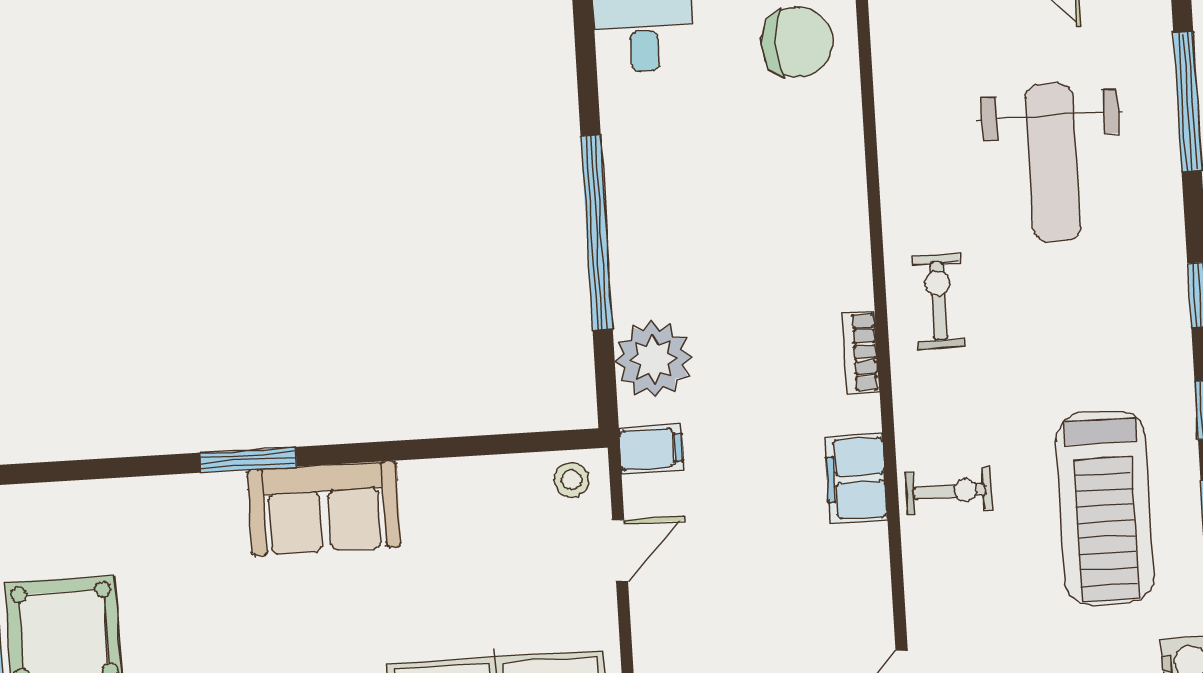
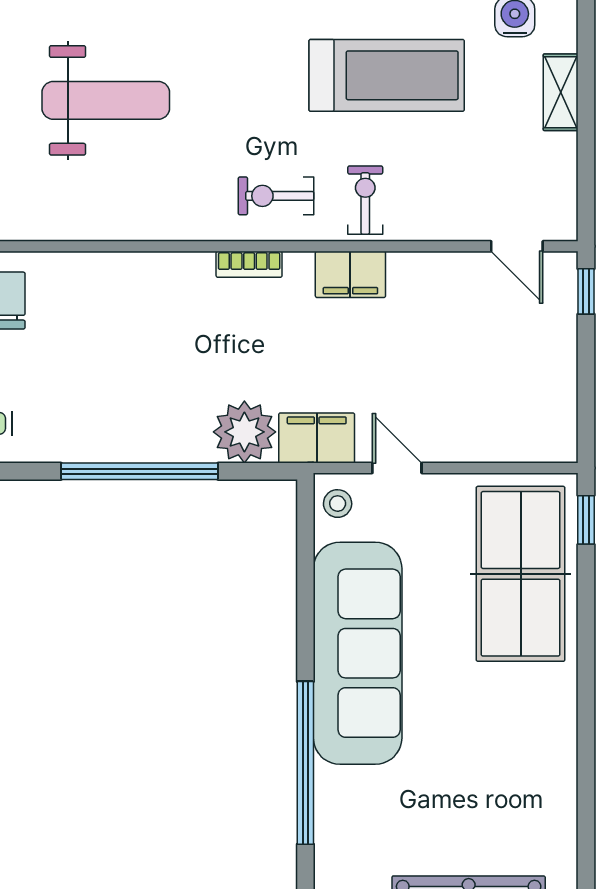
exercise bike: (939, 301) -> (276, 196), moved
filing cabinet: (651, 449) -> (317, 438), width x2.00
window: (248, 460) -> (305, 763), width x2.11
sofa: (324, 508) -> (358, 653), width x1.85, depth x1.27

